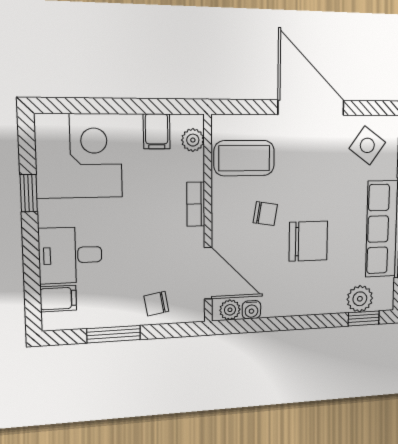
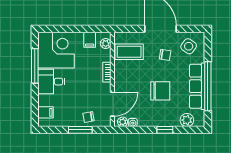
window: (29, 193) -> (35, 66), width x2.17
chair: (265, 214) -> (165, 55), moved
desk: (70, 255) -> (51, 82), moved
door: (208, 273) -> (112, 104), hinge flipped
window: (364, 318) -> (165, 130), moved
window: (114, 334) -> (80, 130), moved

